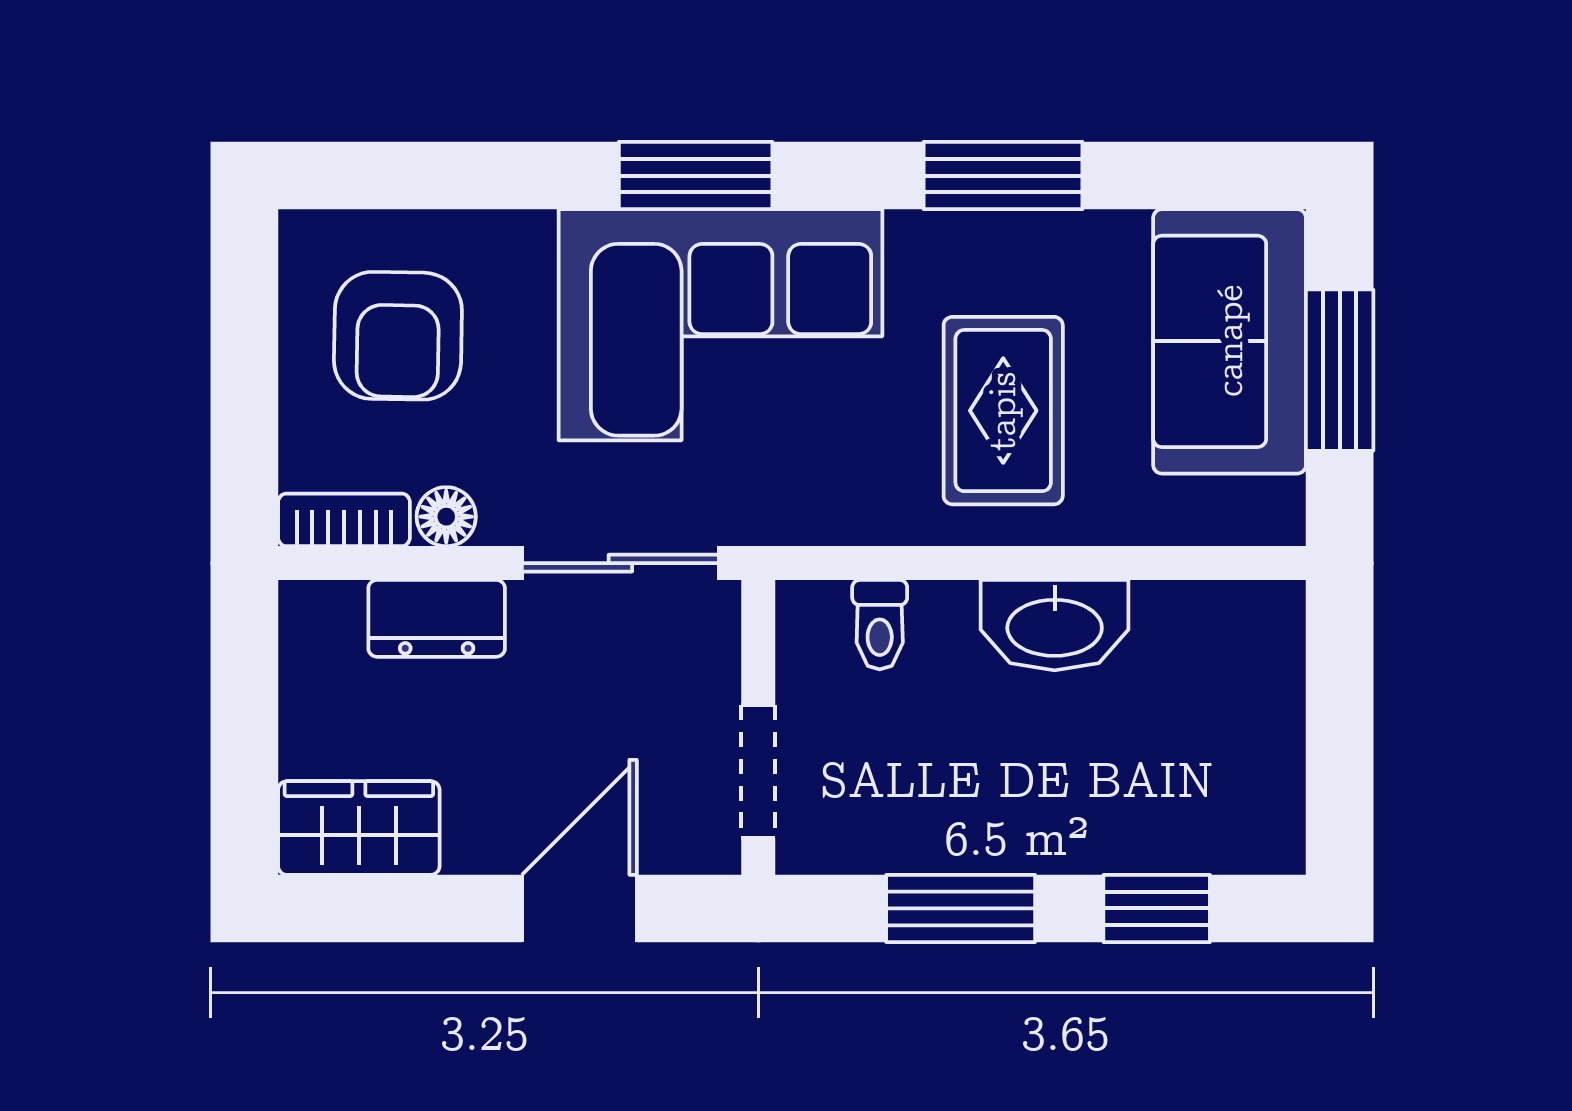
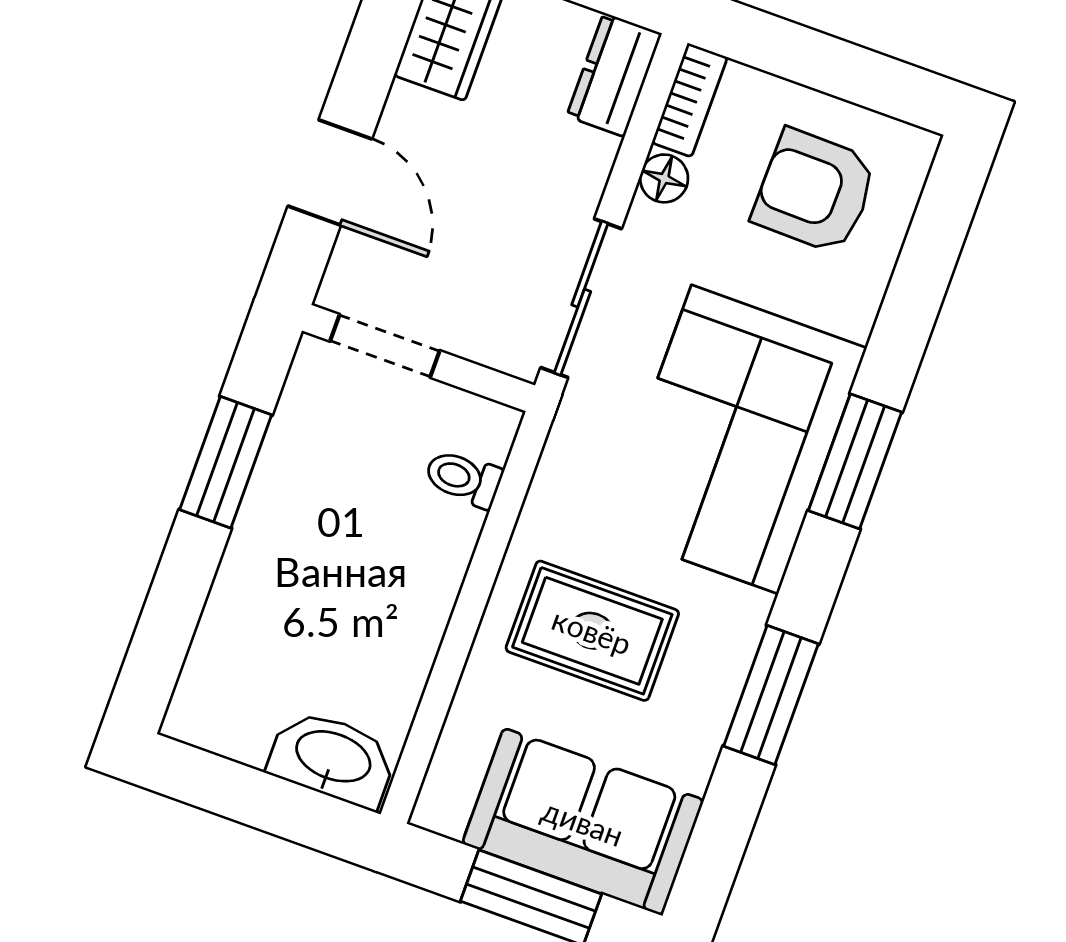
dresser: (437, 618) -> (614, 75), moved
washbasin: (1055, 625) -> (333, 758), moved, turned 90
window: (1157, 908) -> (172, 611), removed

